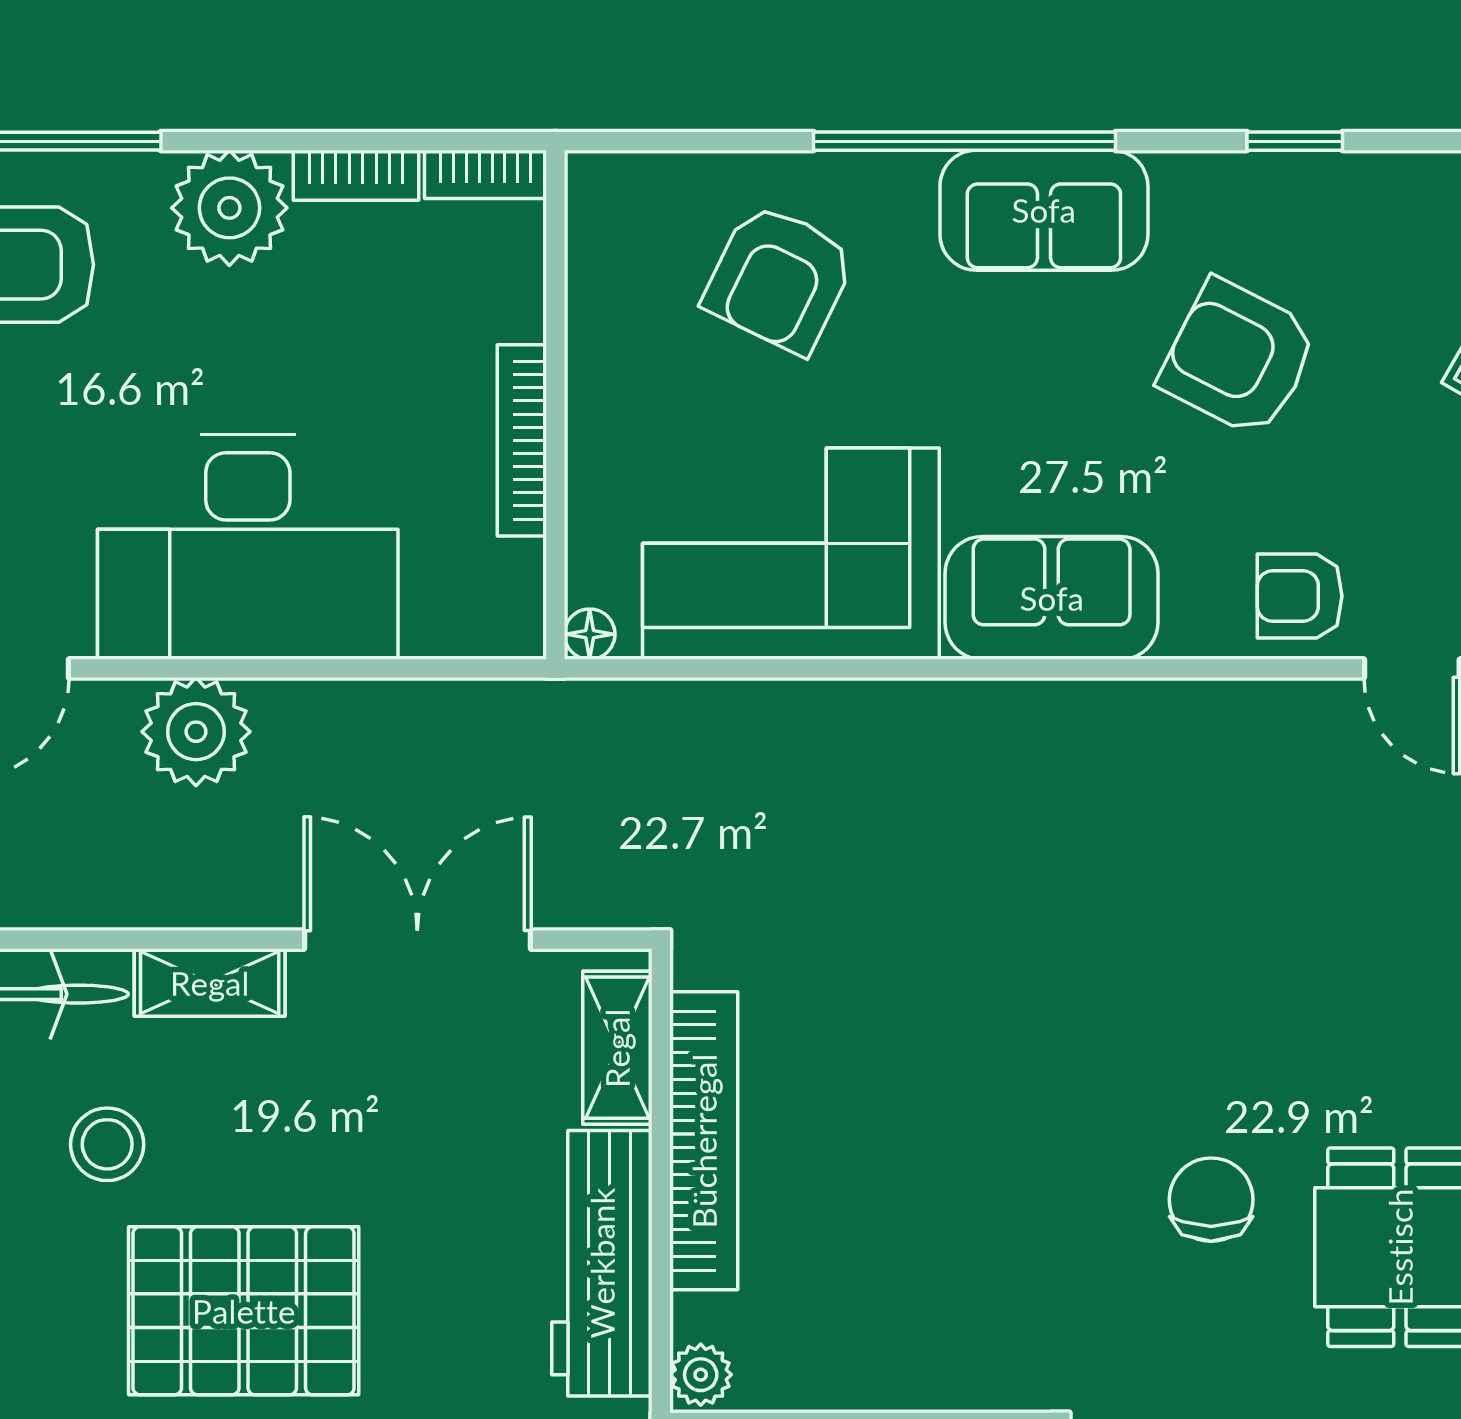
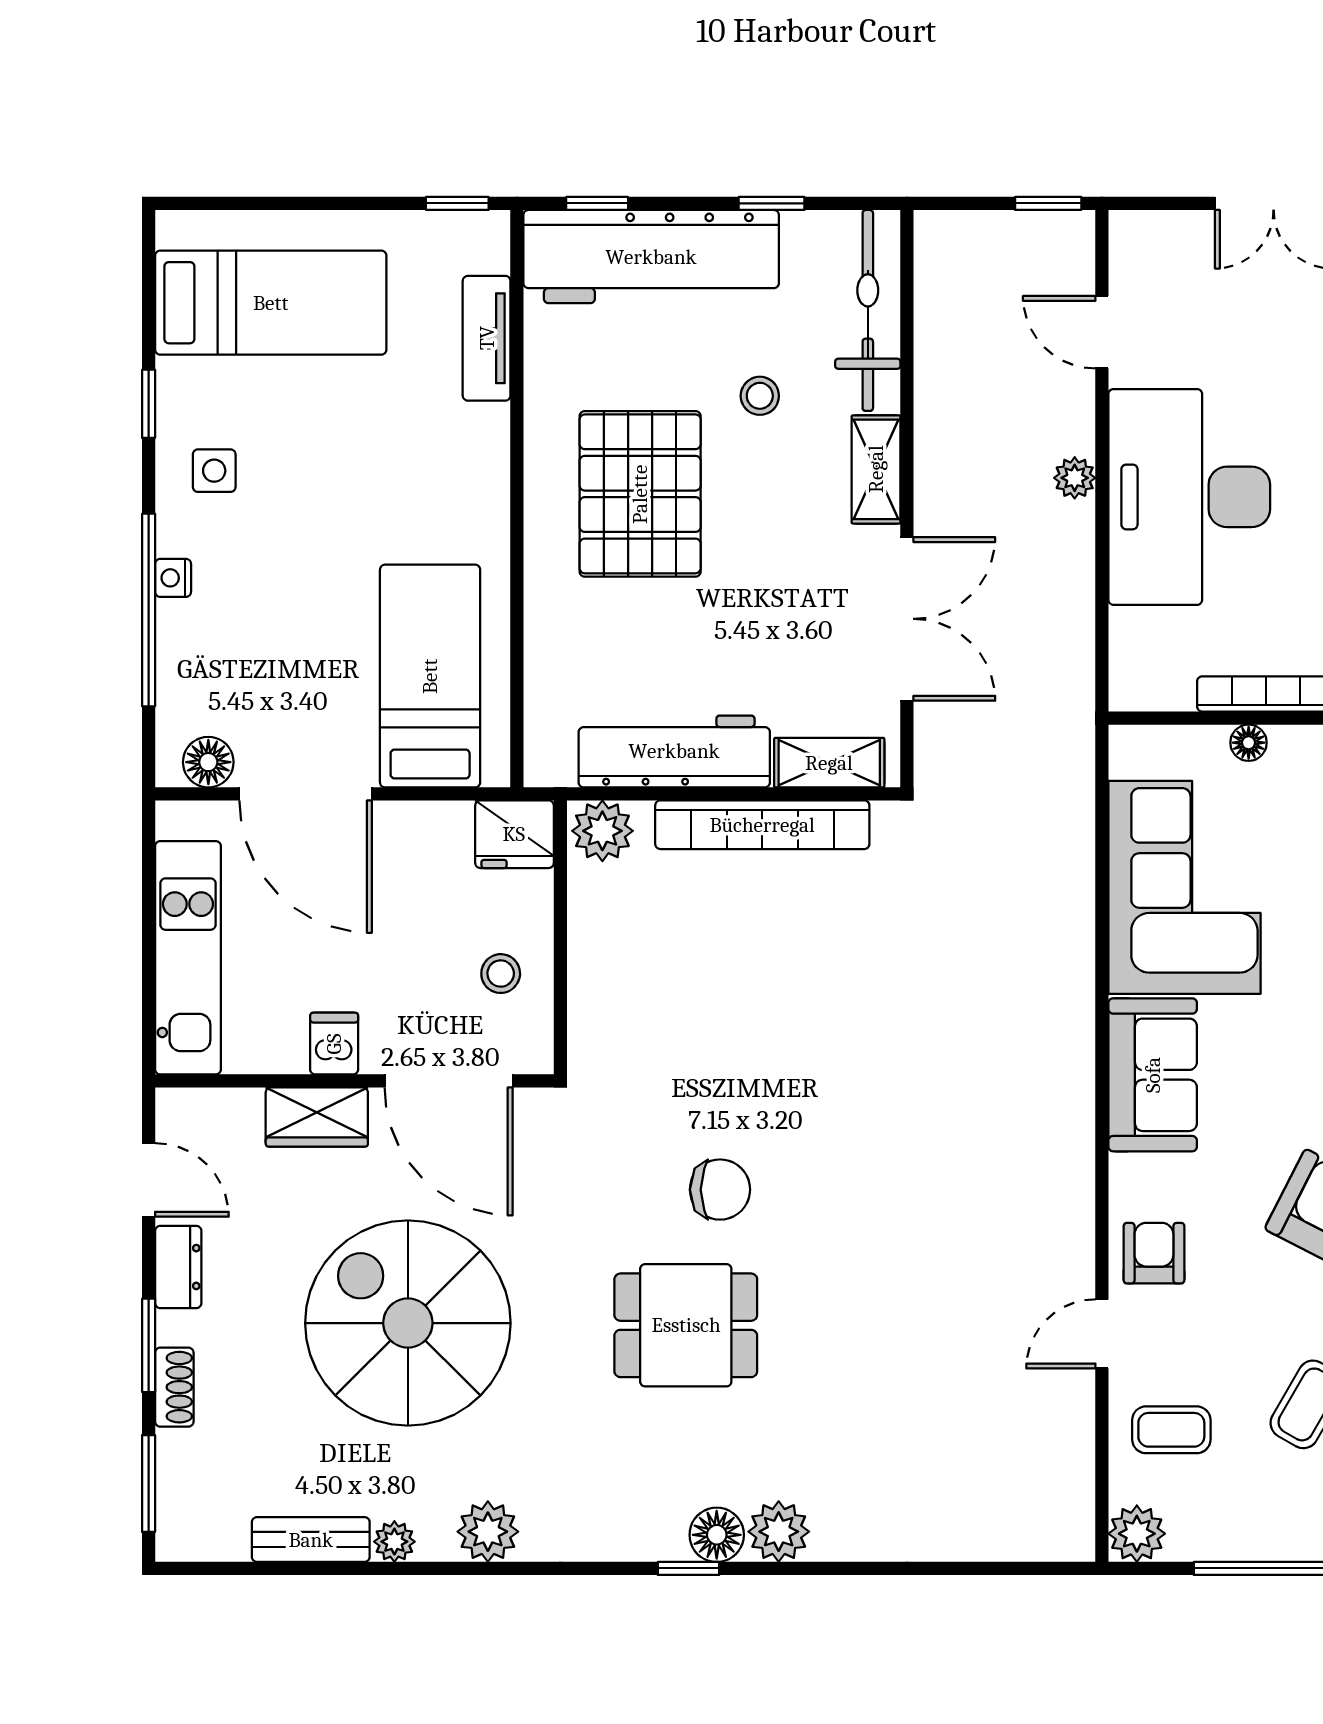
floor lamp: (590, 634) -> (1249, 743), moved
plant: (196, 732) -> (1075, 478), width x0.53, depth x0.53
stool: (107, 1144) -> (760, 396), width x0.73, depth x0.73
plant: (701, 1375) -> (602, 831), width x1.38, depth x1.38

